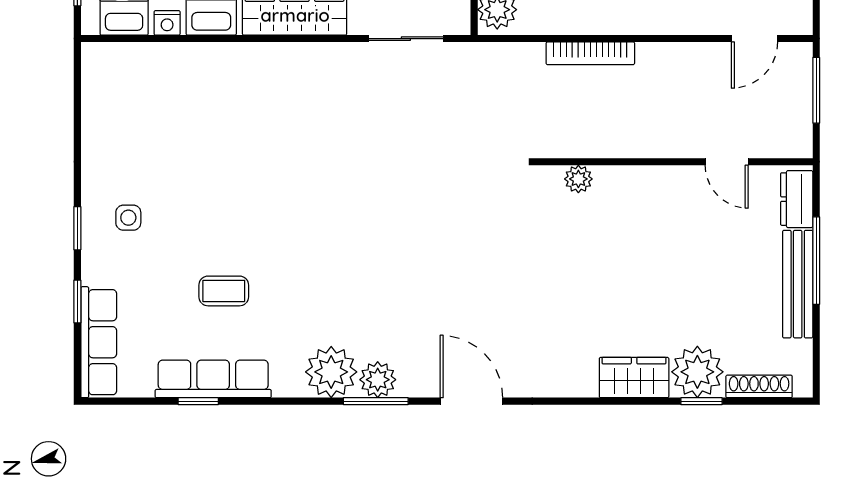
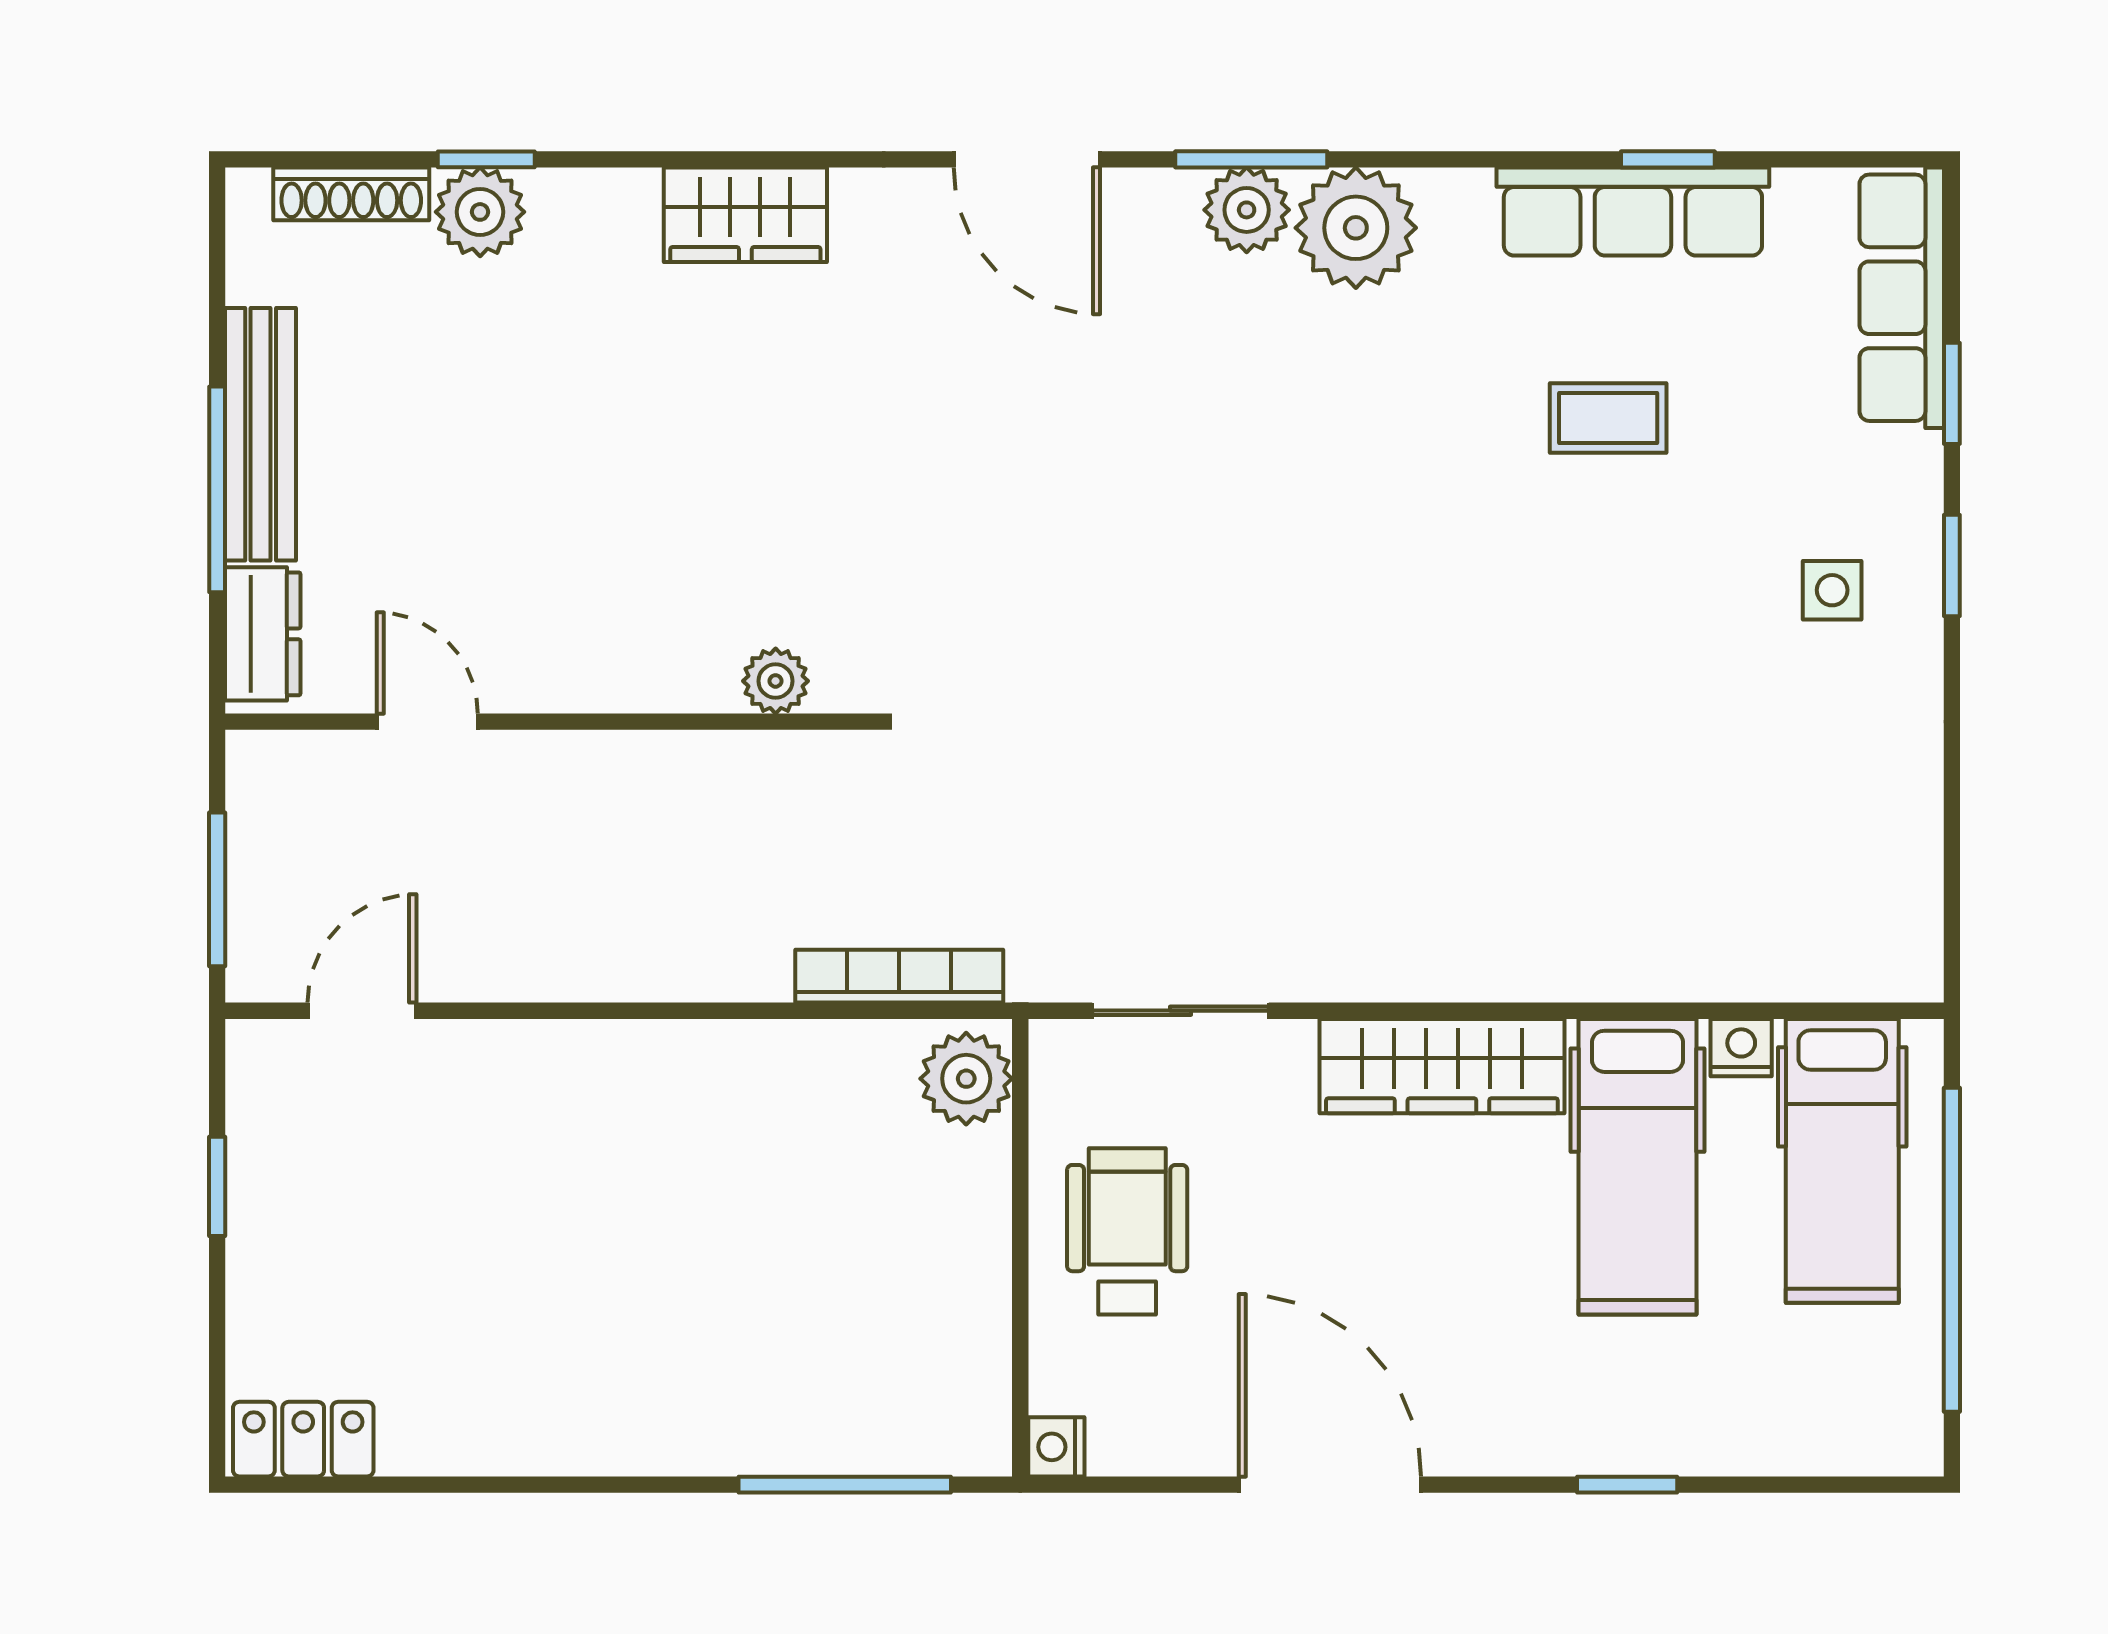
bookcase: (590, 53) -> (899, 976), moved
plant: (697, 372) -> (480, 212), width x0.73, depth x0.73
wardrobe: (634, 378) -> (745, 215), moved

